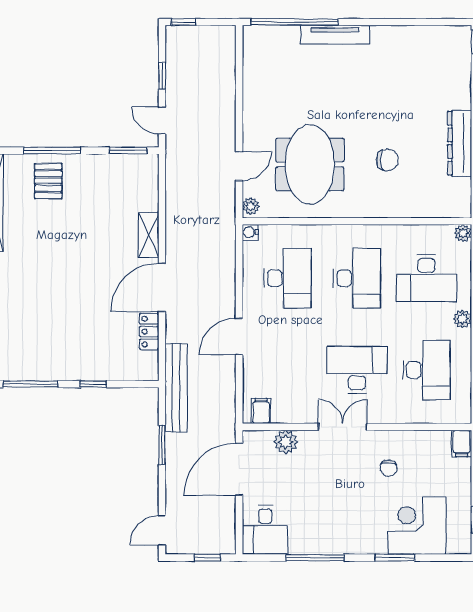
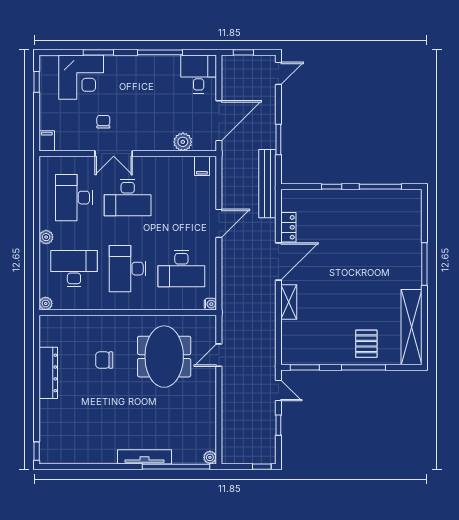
plant: (251, 206) -> (210, 457), moved
desk: (287, 278) -> (181, 269), turned -90
double door: (343, 427) -> (114, 154), moved

